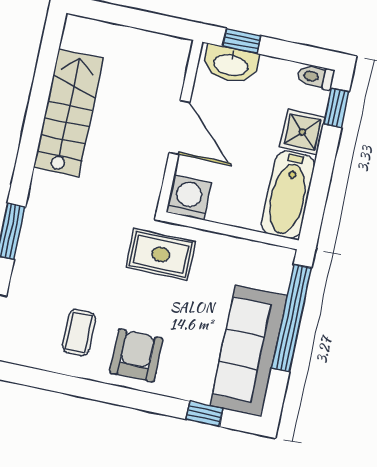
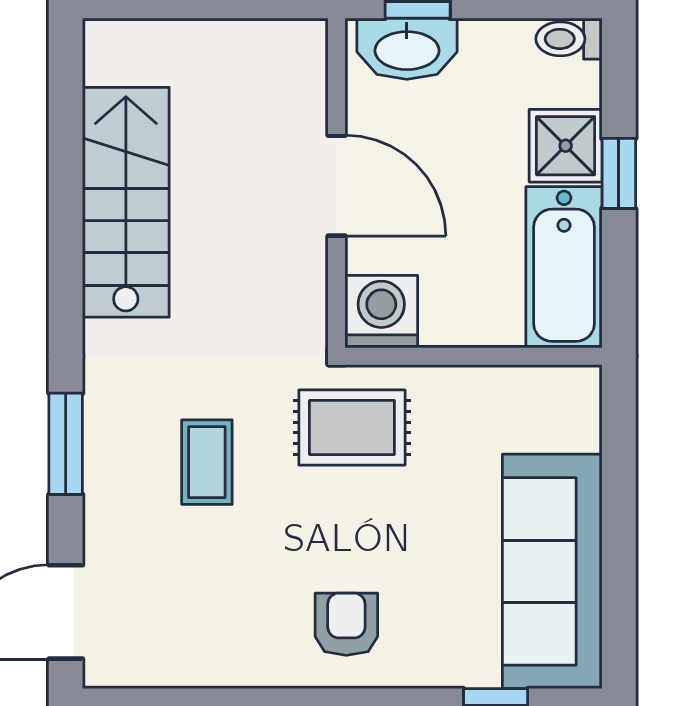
window: (336, 108) -> (619, 173), moved
window: (292, 318) -> (619, 494), removed
coffee table: (79, 333) -> (207, 462), moved
armchair: (136, 356) -> (346, 624), width x0.72, depth x0.72

